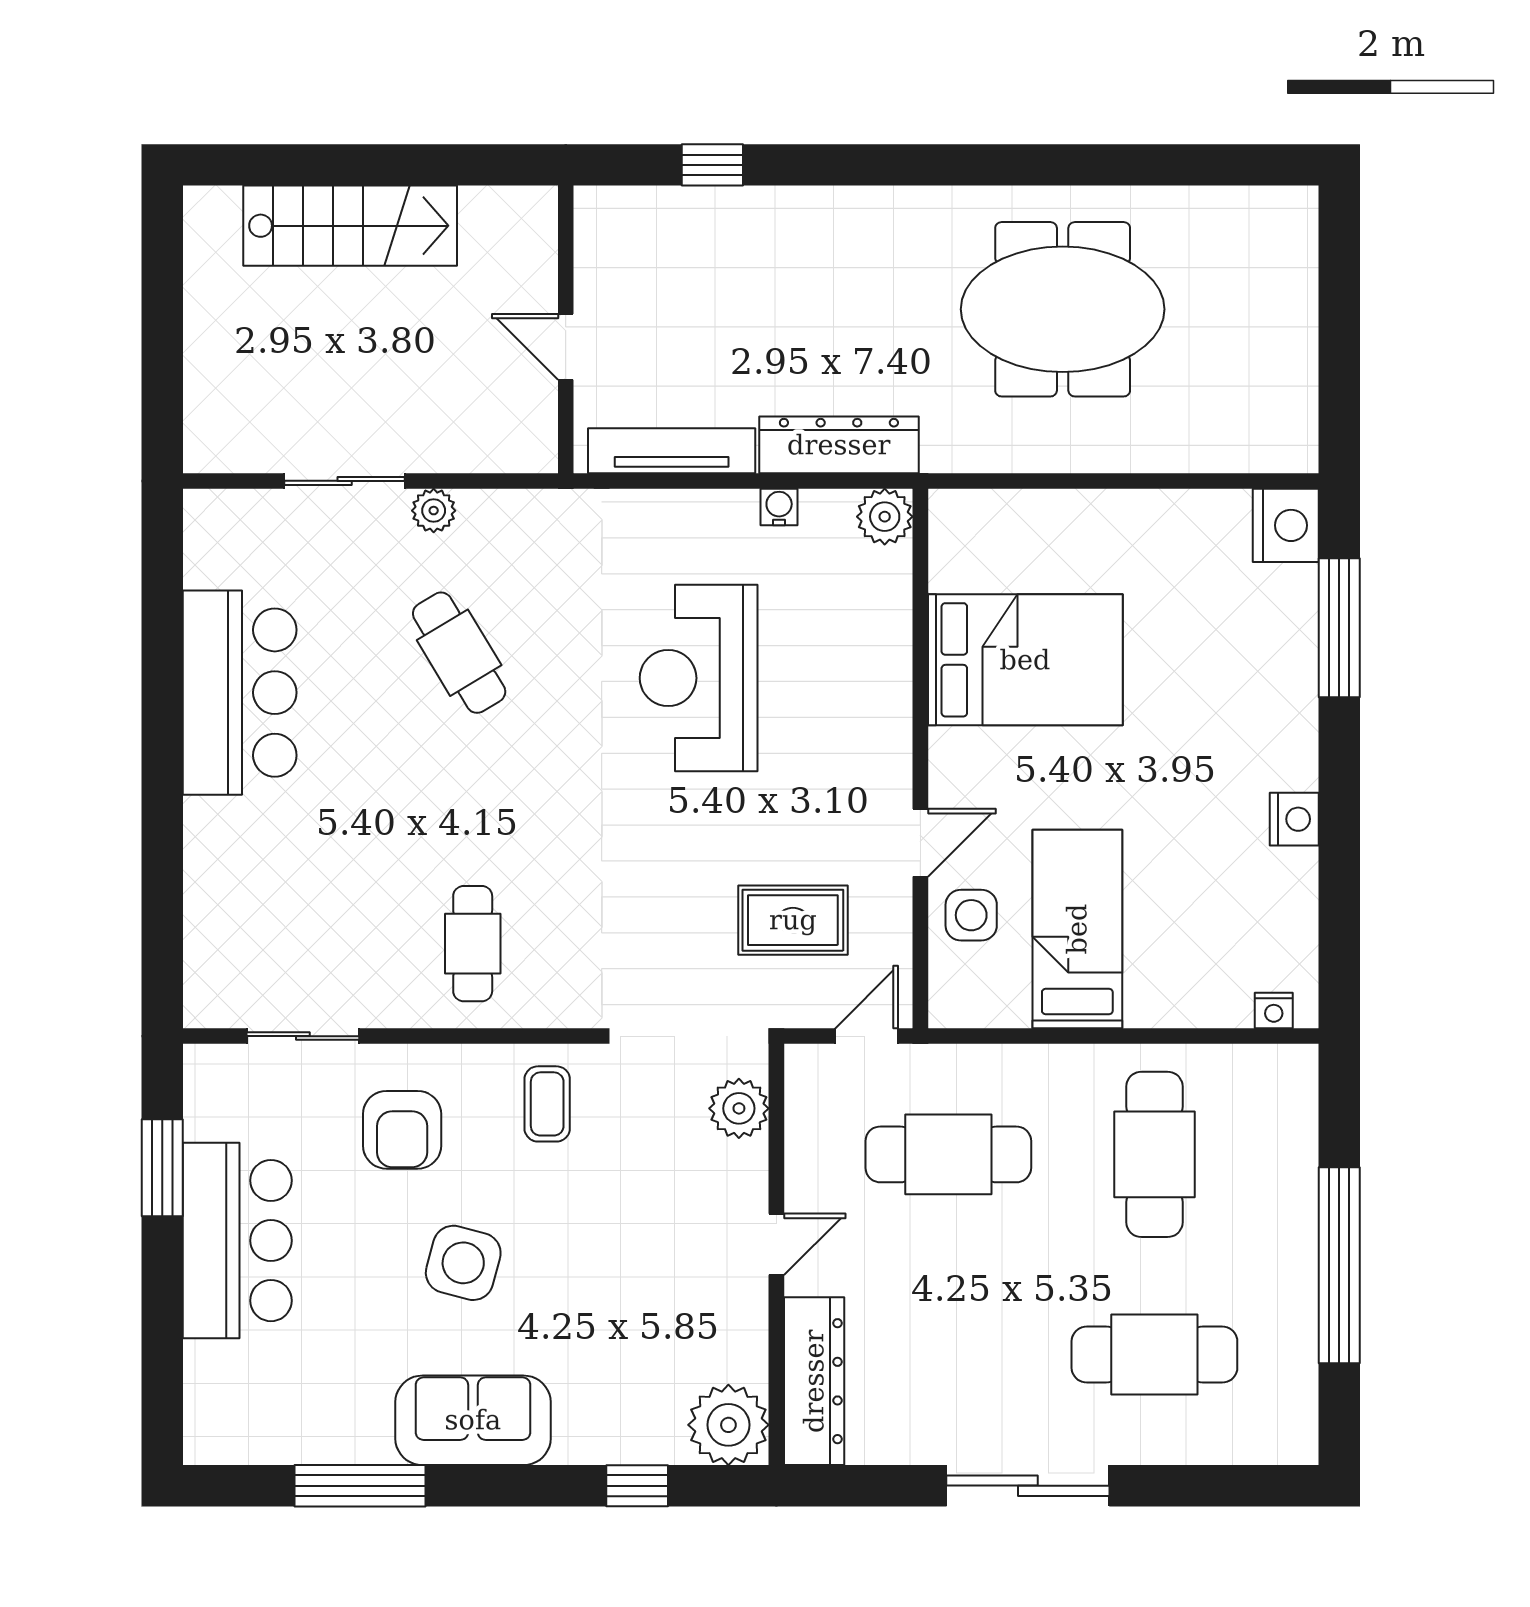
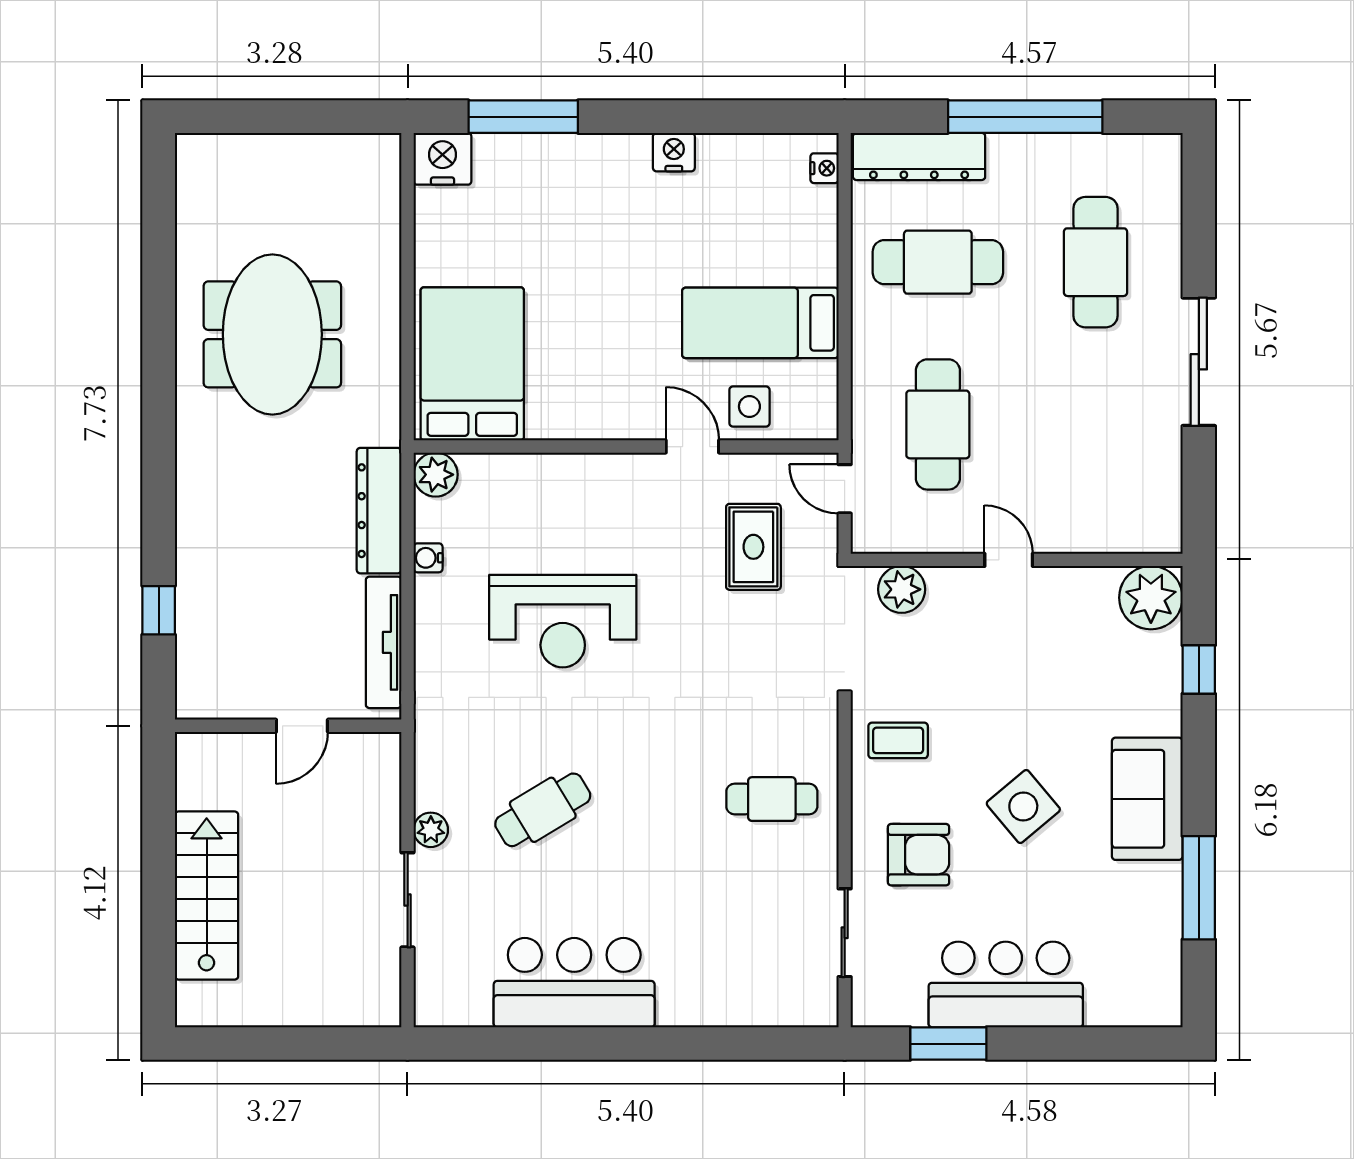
bed: (1025, 660) -> (472, 364), moved
side table: (463, 1263) -> (1023, 807), turned 35
dresser: (814, 1381) -> (919, 156), moved, turned 180

